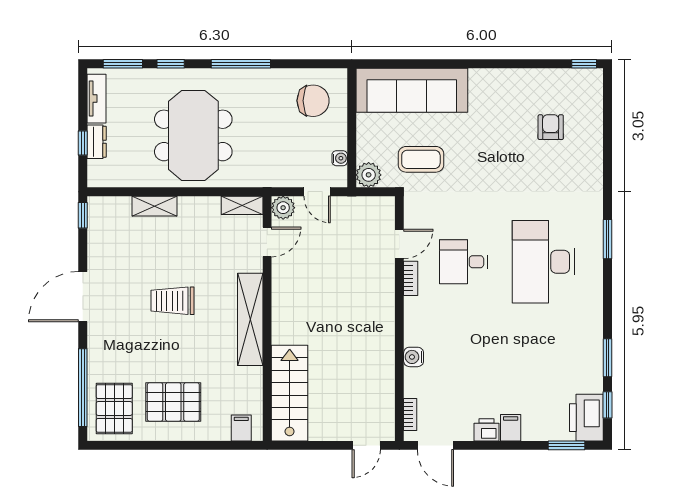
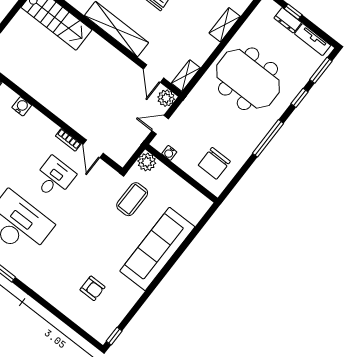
sofa: (412, 90) -> (157, 249), moved

